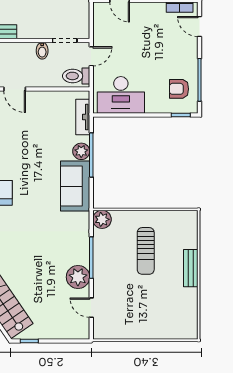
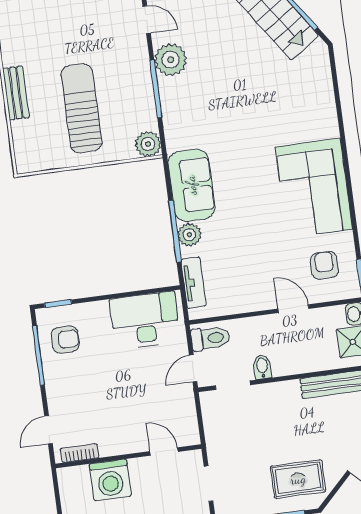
door: (199, 26) -> (48, 430), swing flipped
sun lounger: (146, 251) -> (81, 108), width x1.36, depth x1.34

